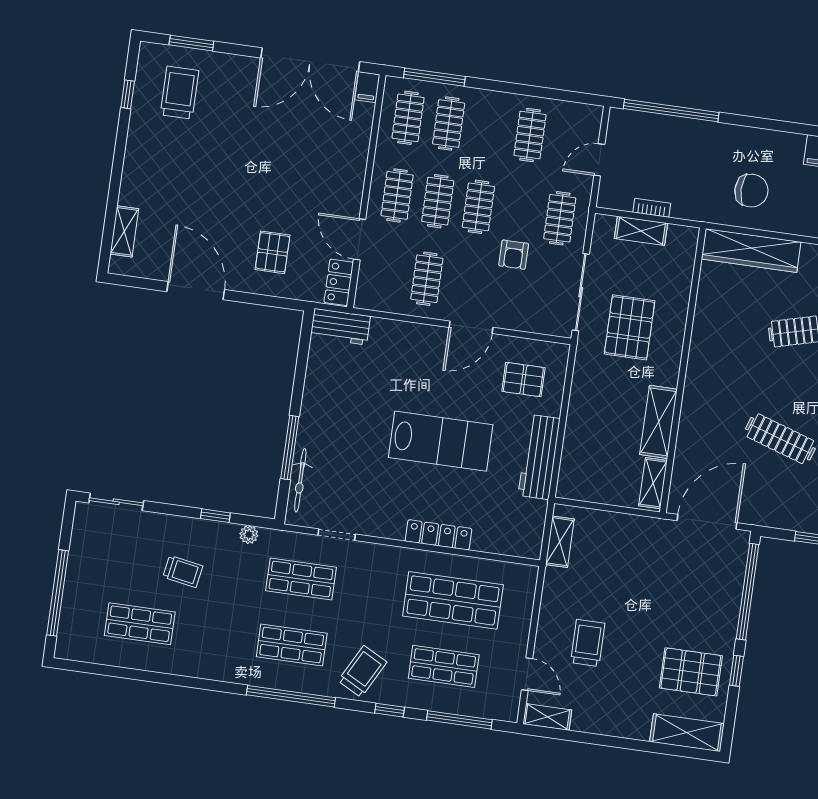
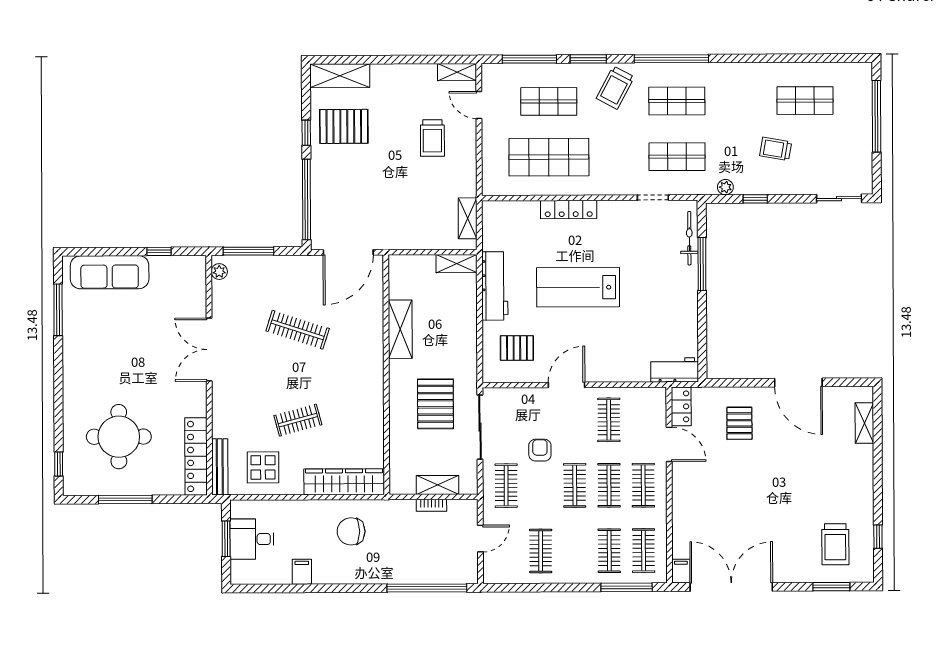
shelving: (653, 483) -> (457, 264), moved, turned 90
window: (390, 710) -> (588, 59), width x1.50

